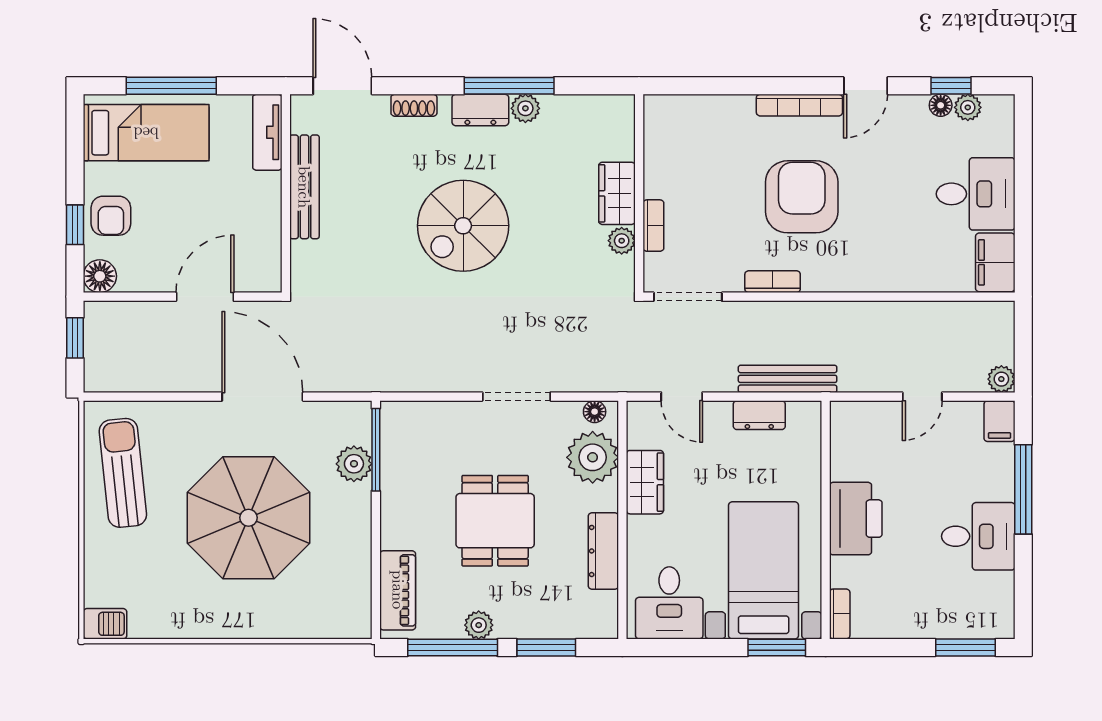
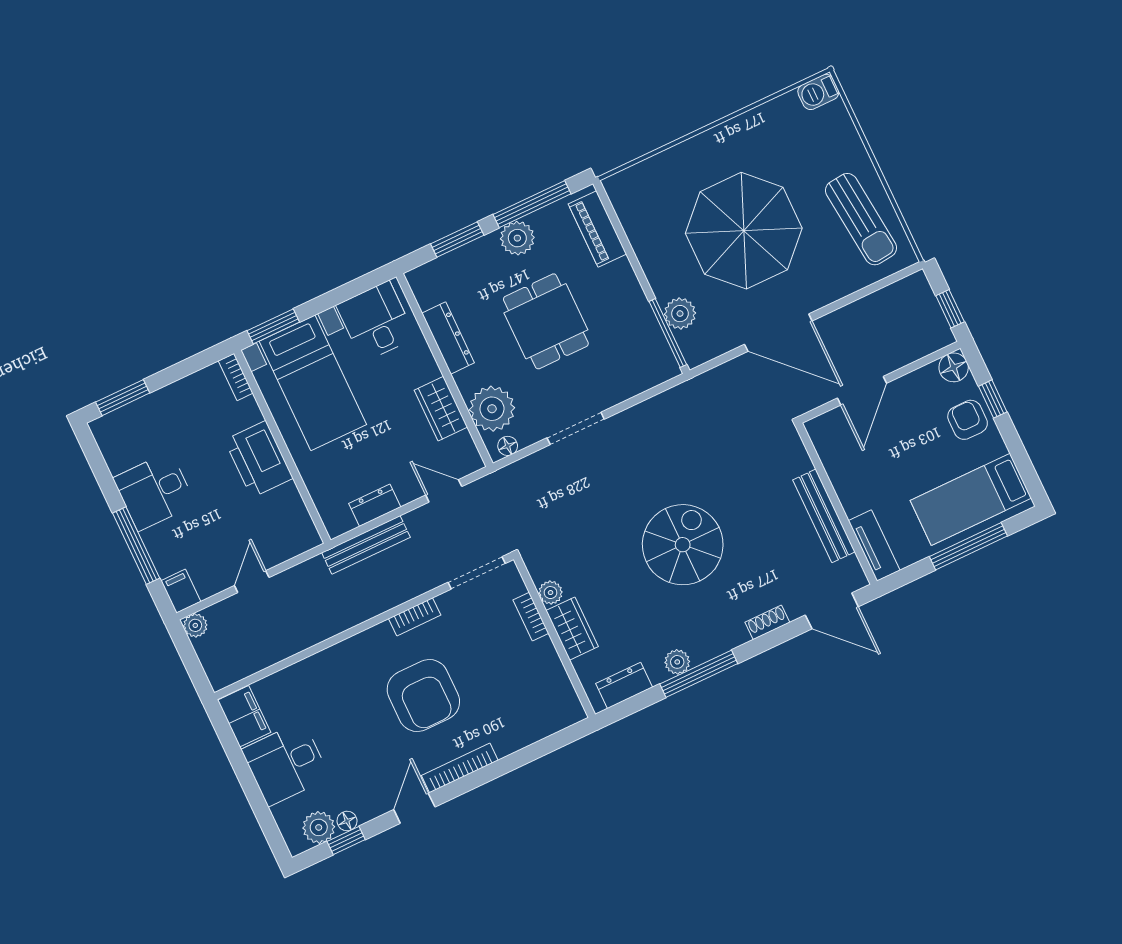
plant: (968, 107) -> (319, 827), width x1.38, depth x1.38
dresser: (480, 110) -> (624, 685), moved
plant: (479, 625) -> (517, 238), width x1.38, depth x1.38

